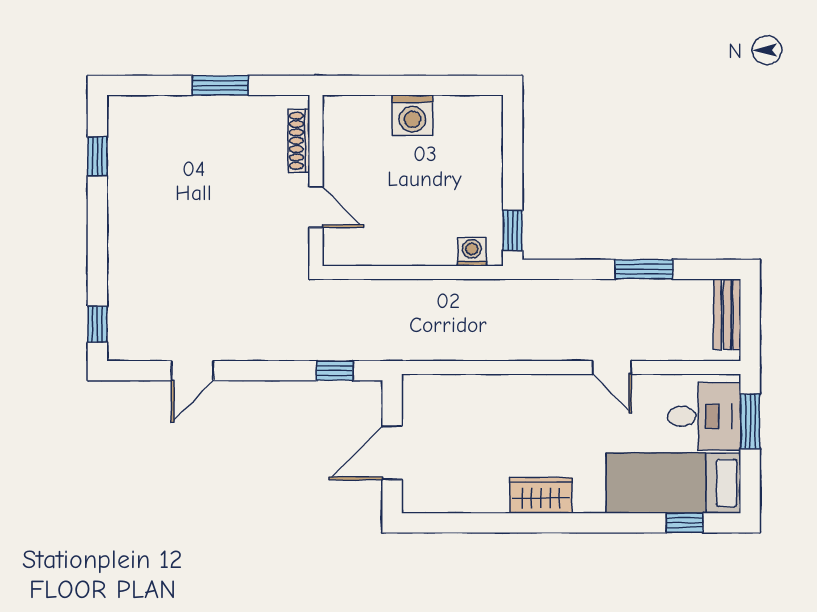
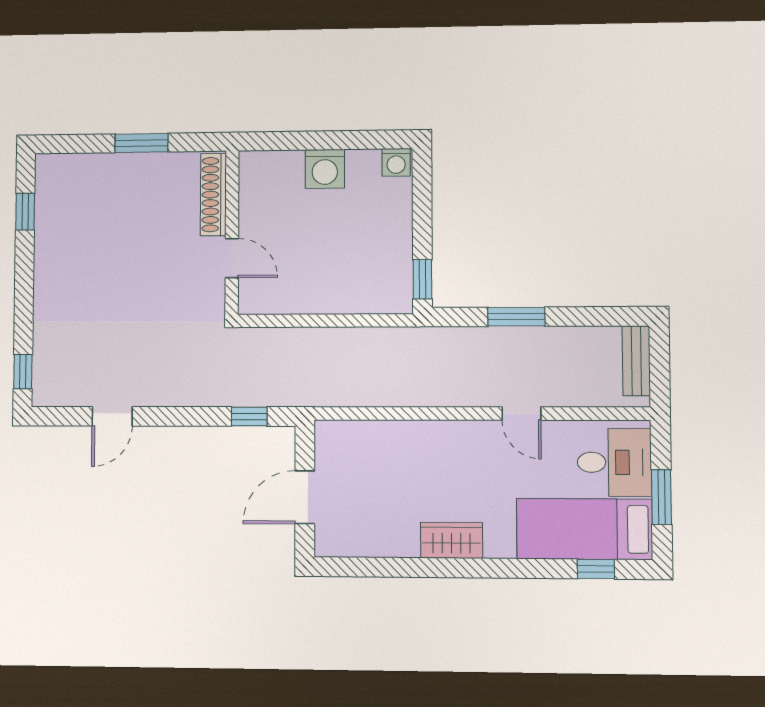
shoe rack: (299, 141) -> (213, 195), width x1.36, depth x1.24
washing machine: (472, 252) -> (396, 162), moved, turned 180
window: (644, 269) -> (516, 317), moved
window: (750, 421) -> (661, 497), moved

